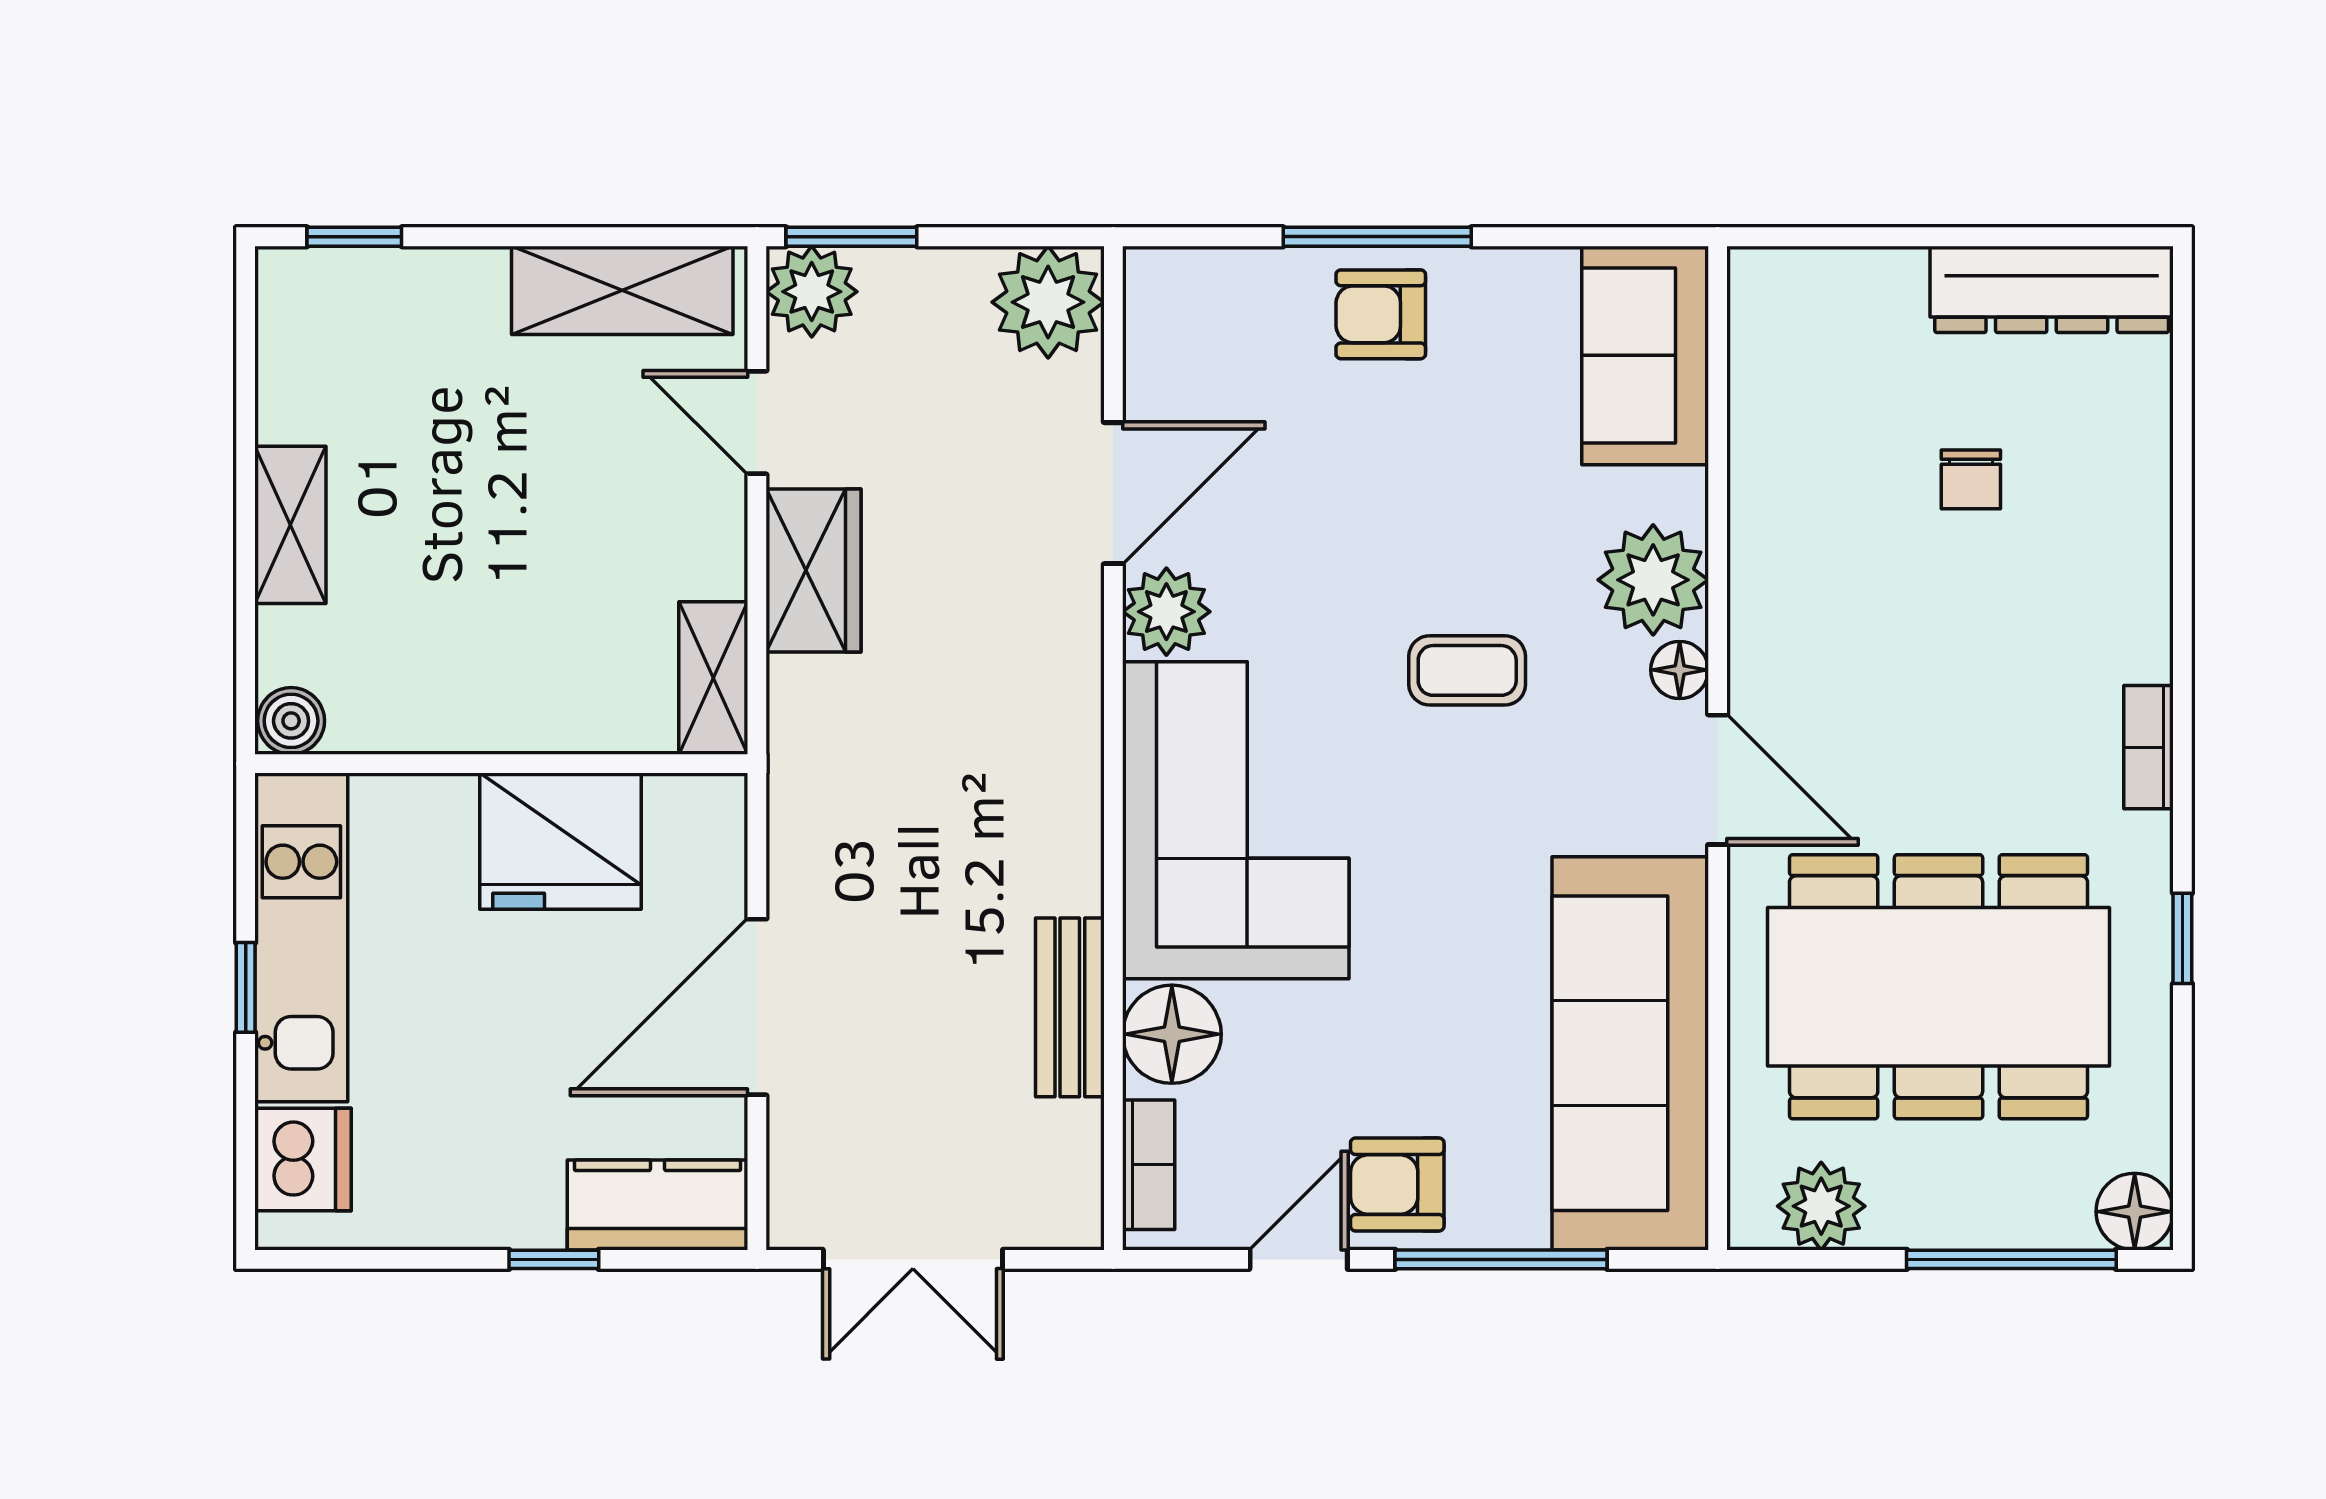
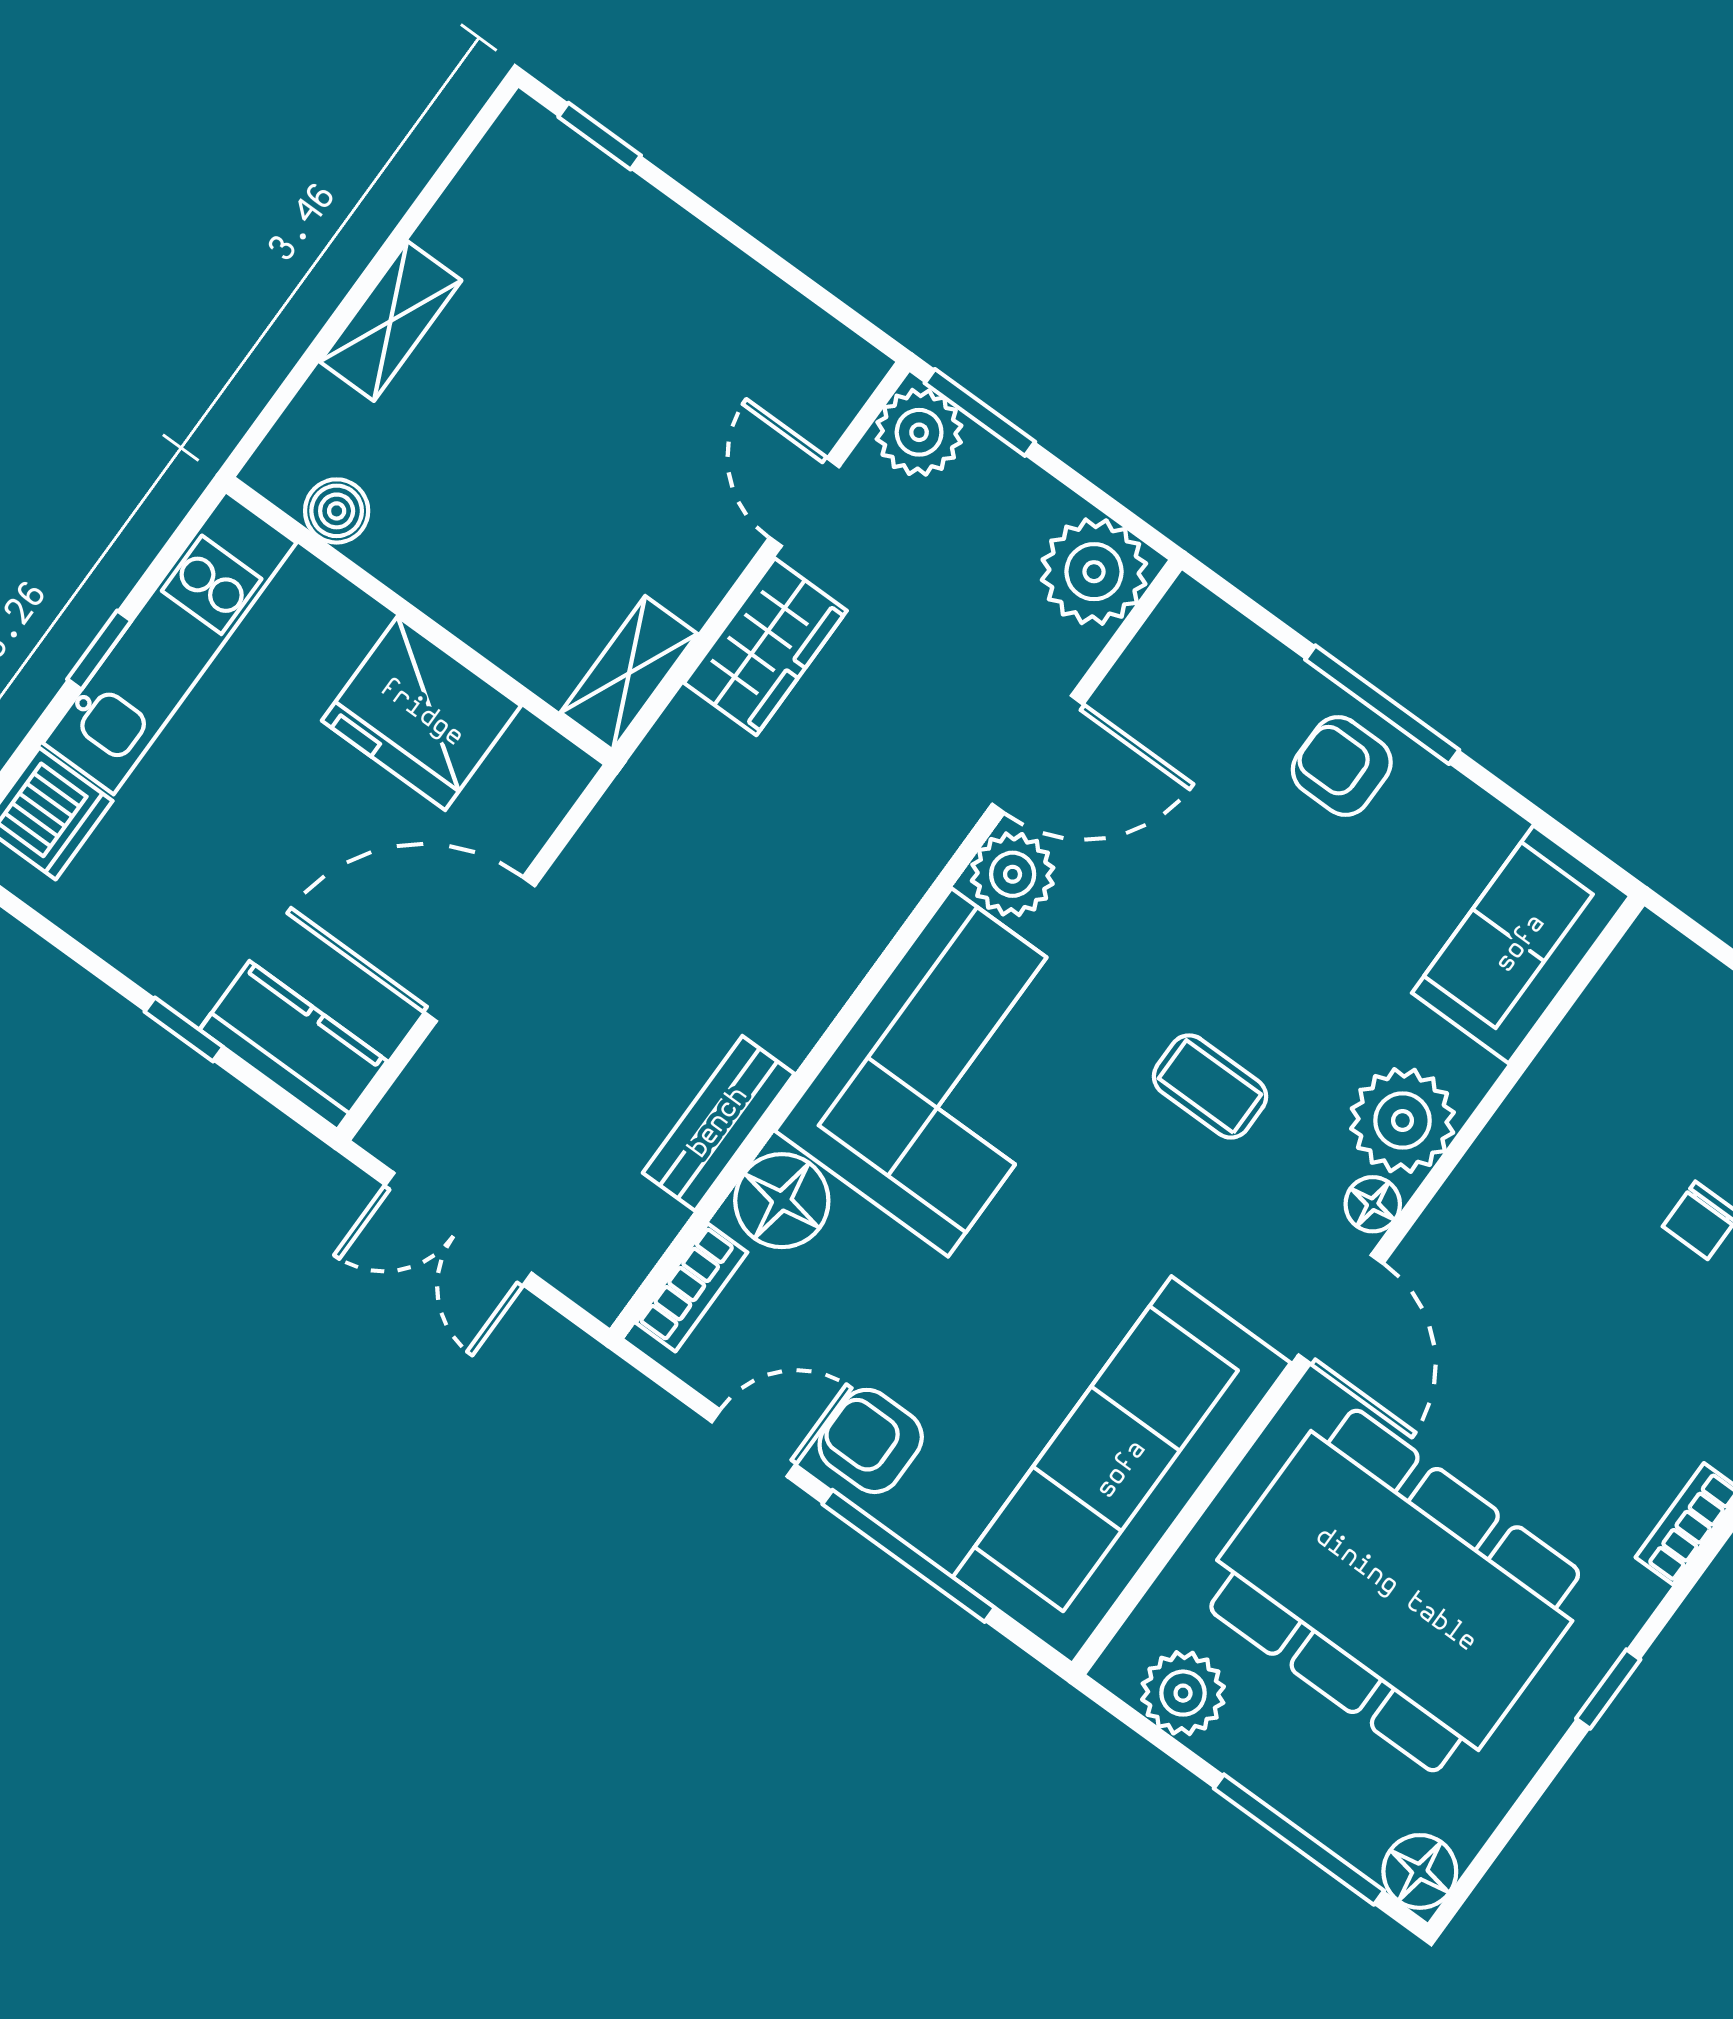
shelving: (622, 290) -> (775, 326), removed
boiler: (291, 721) -> (337, 511), moved

